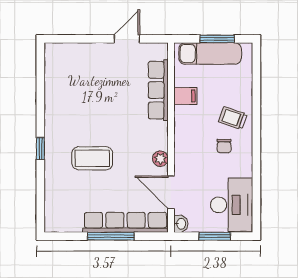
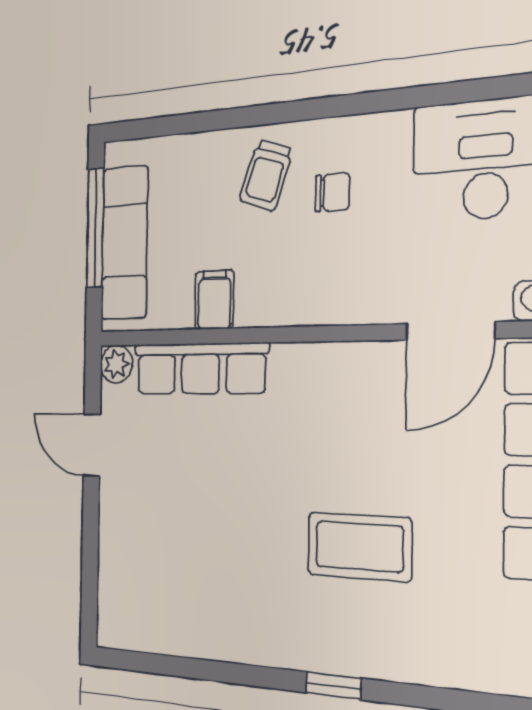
window: (217, 39) -> (95, 228), width x1.44
coffee table: (92, 158) -> (359, 547), turned 90
plant: (160, 159) -> (116, 364), moved

